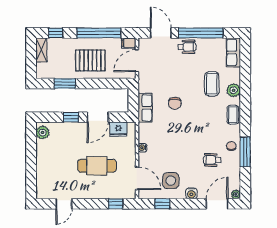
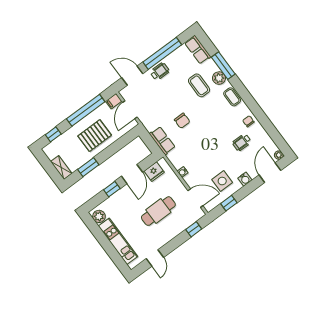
shelving: (41, 50) -> (61, 168), moved
window: (245, 152) -> (223, 66), moved
kitchen unit: (43, 166) -> (118, 241), added

